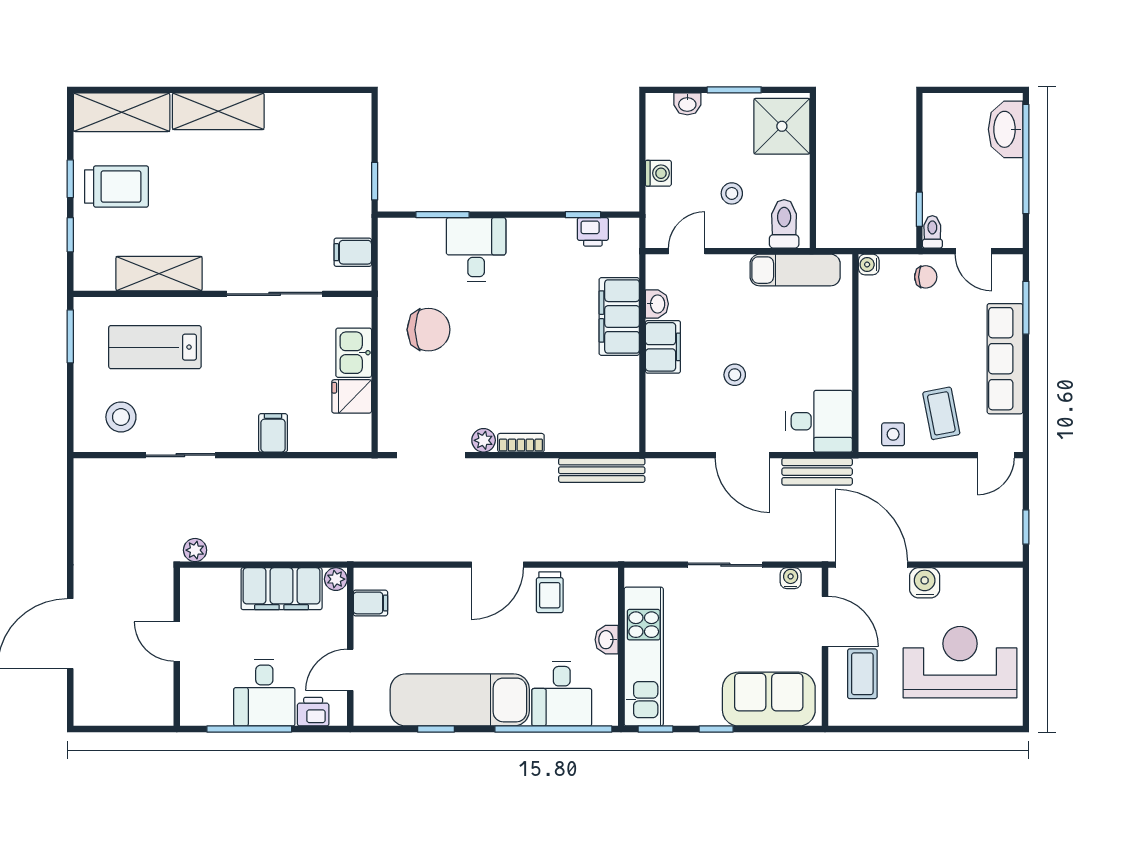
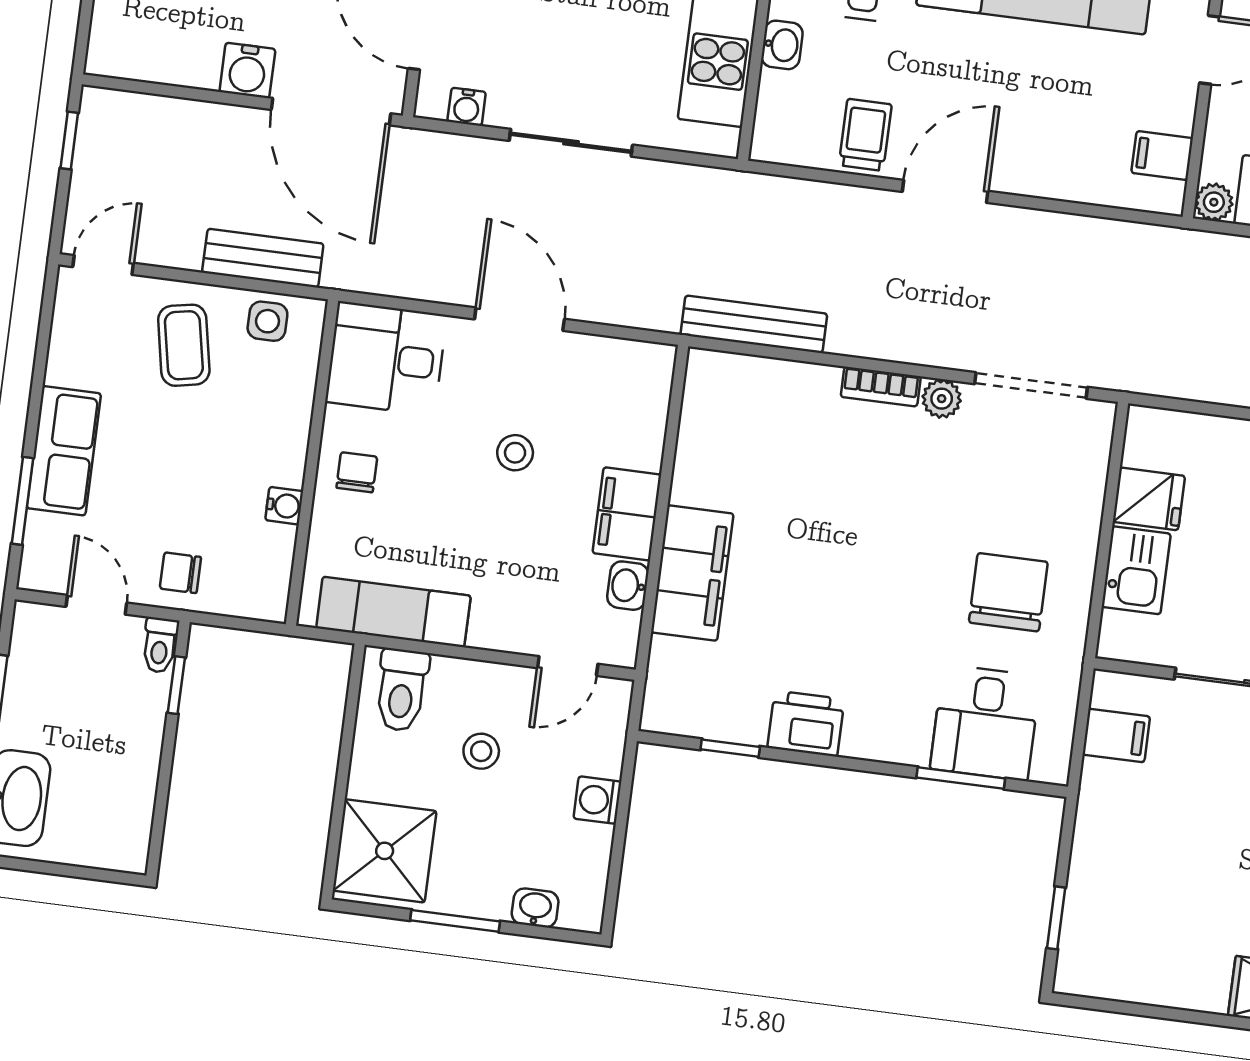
window: (375, 181) -> (1056, 918), moved
printer: (593, 232) -> (806, 723), moved, width x1.36, depth x1.24
desk: (476, 250) -> (985, 723), moved
water cooler: (869, 265) -> (284, 506), moved
chair: (429, 330) -> (1008, 592), turned 90
chair: (828, 351) -> (357, 472), added
row of seats: (1005, 359) -> (64, 451), width x0.68
bench: (817, 472) -> (263, 258), moved

